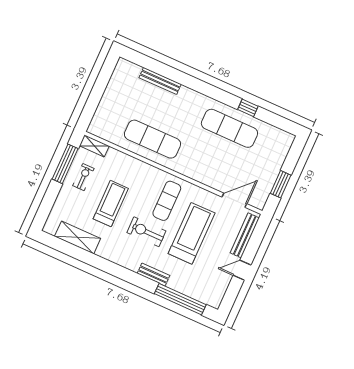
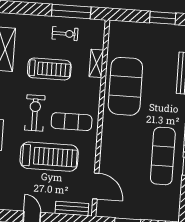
window: (102, 82) -> (163, 18), added
exercise mat: (152, 139) -> (125, 86), width x1.47
shelving: (94, 146) -> (96, 63), moved
bench: (245, 235) -> (72, 209), width x0.73

